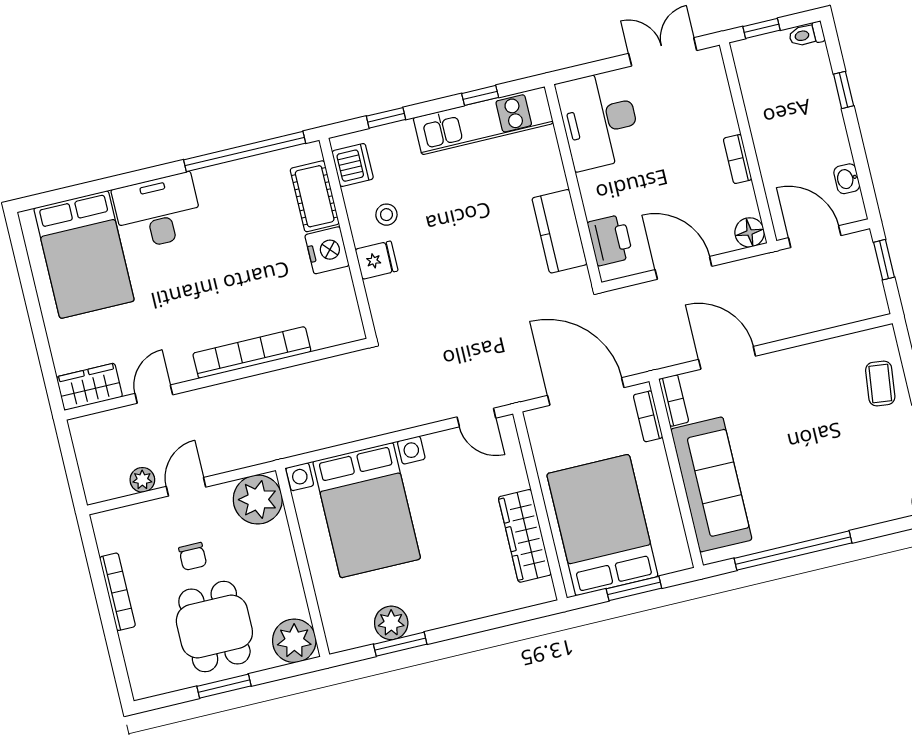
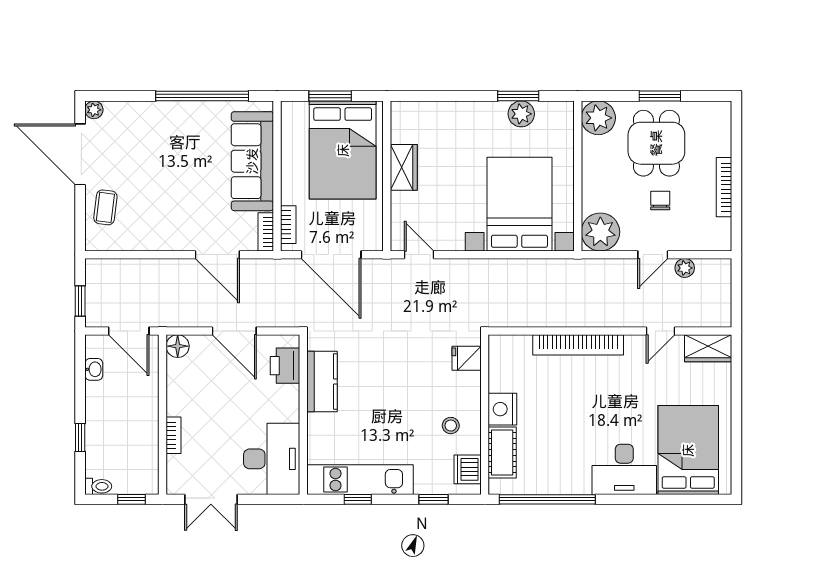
bookcase: (738, 159) -> (173, 435), moved
fridge: (377, 260) -> (467, 358), moved
wardrobe: (525, 536) -> (404, 167), width x0.67

